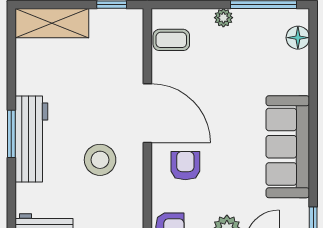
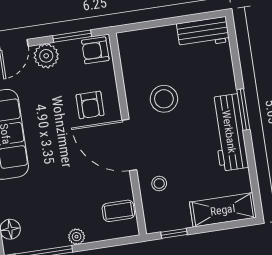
stool: (120, 64) -> (159, 183), added
workbench: (31, 139) -> (229, 132), moved

